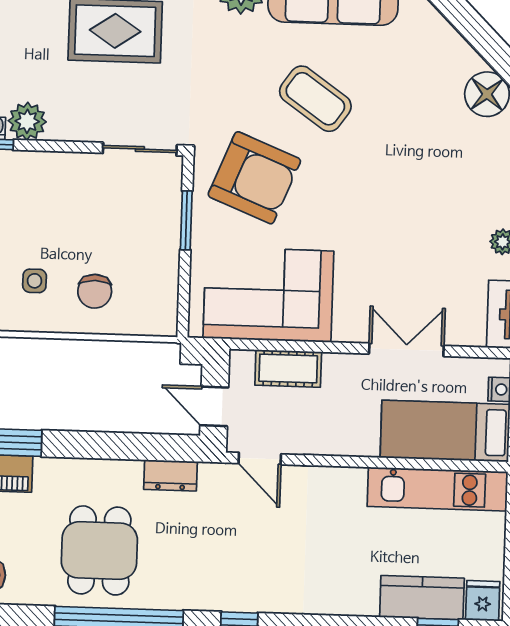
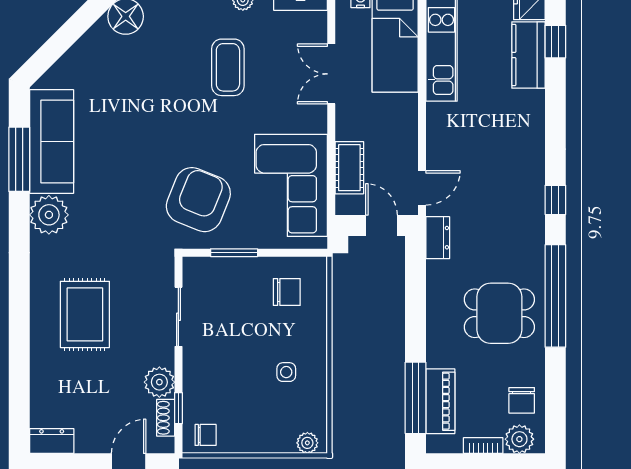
coffee table: (315, 99) -> (228, 67), moved, turned -35
sliding door: (140, 149) -> (178, 317), moved
chair: (95, 291) -> (287, 292), moved
door: (214, 406) -> (382, 226), swing flipped
dresser: (170, 475) -> (438, 238), moved

